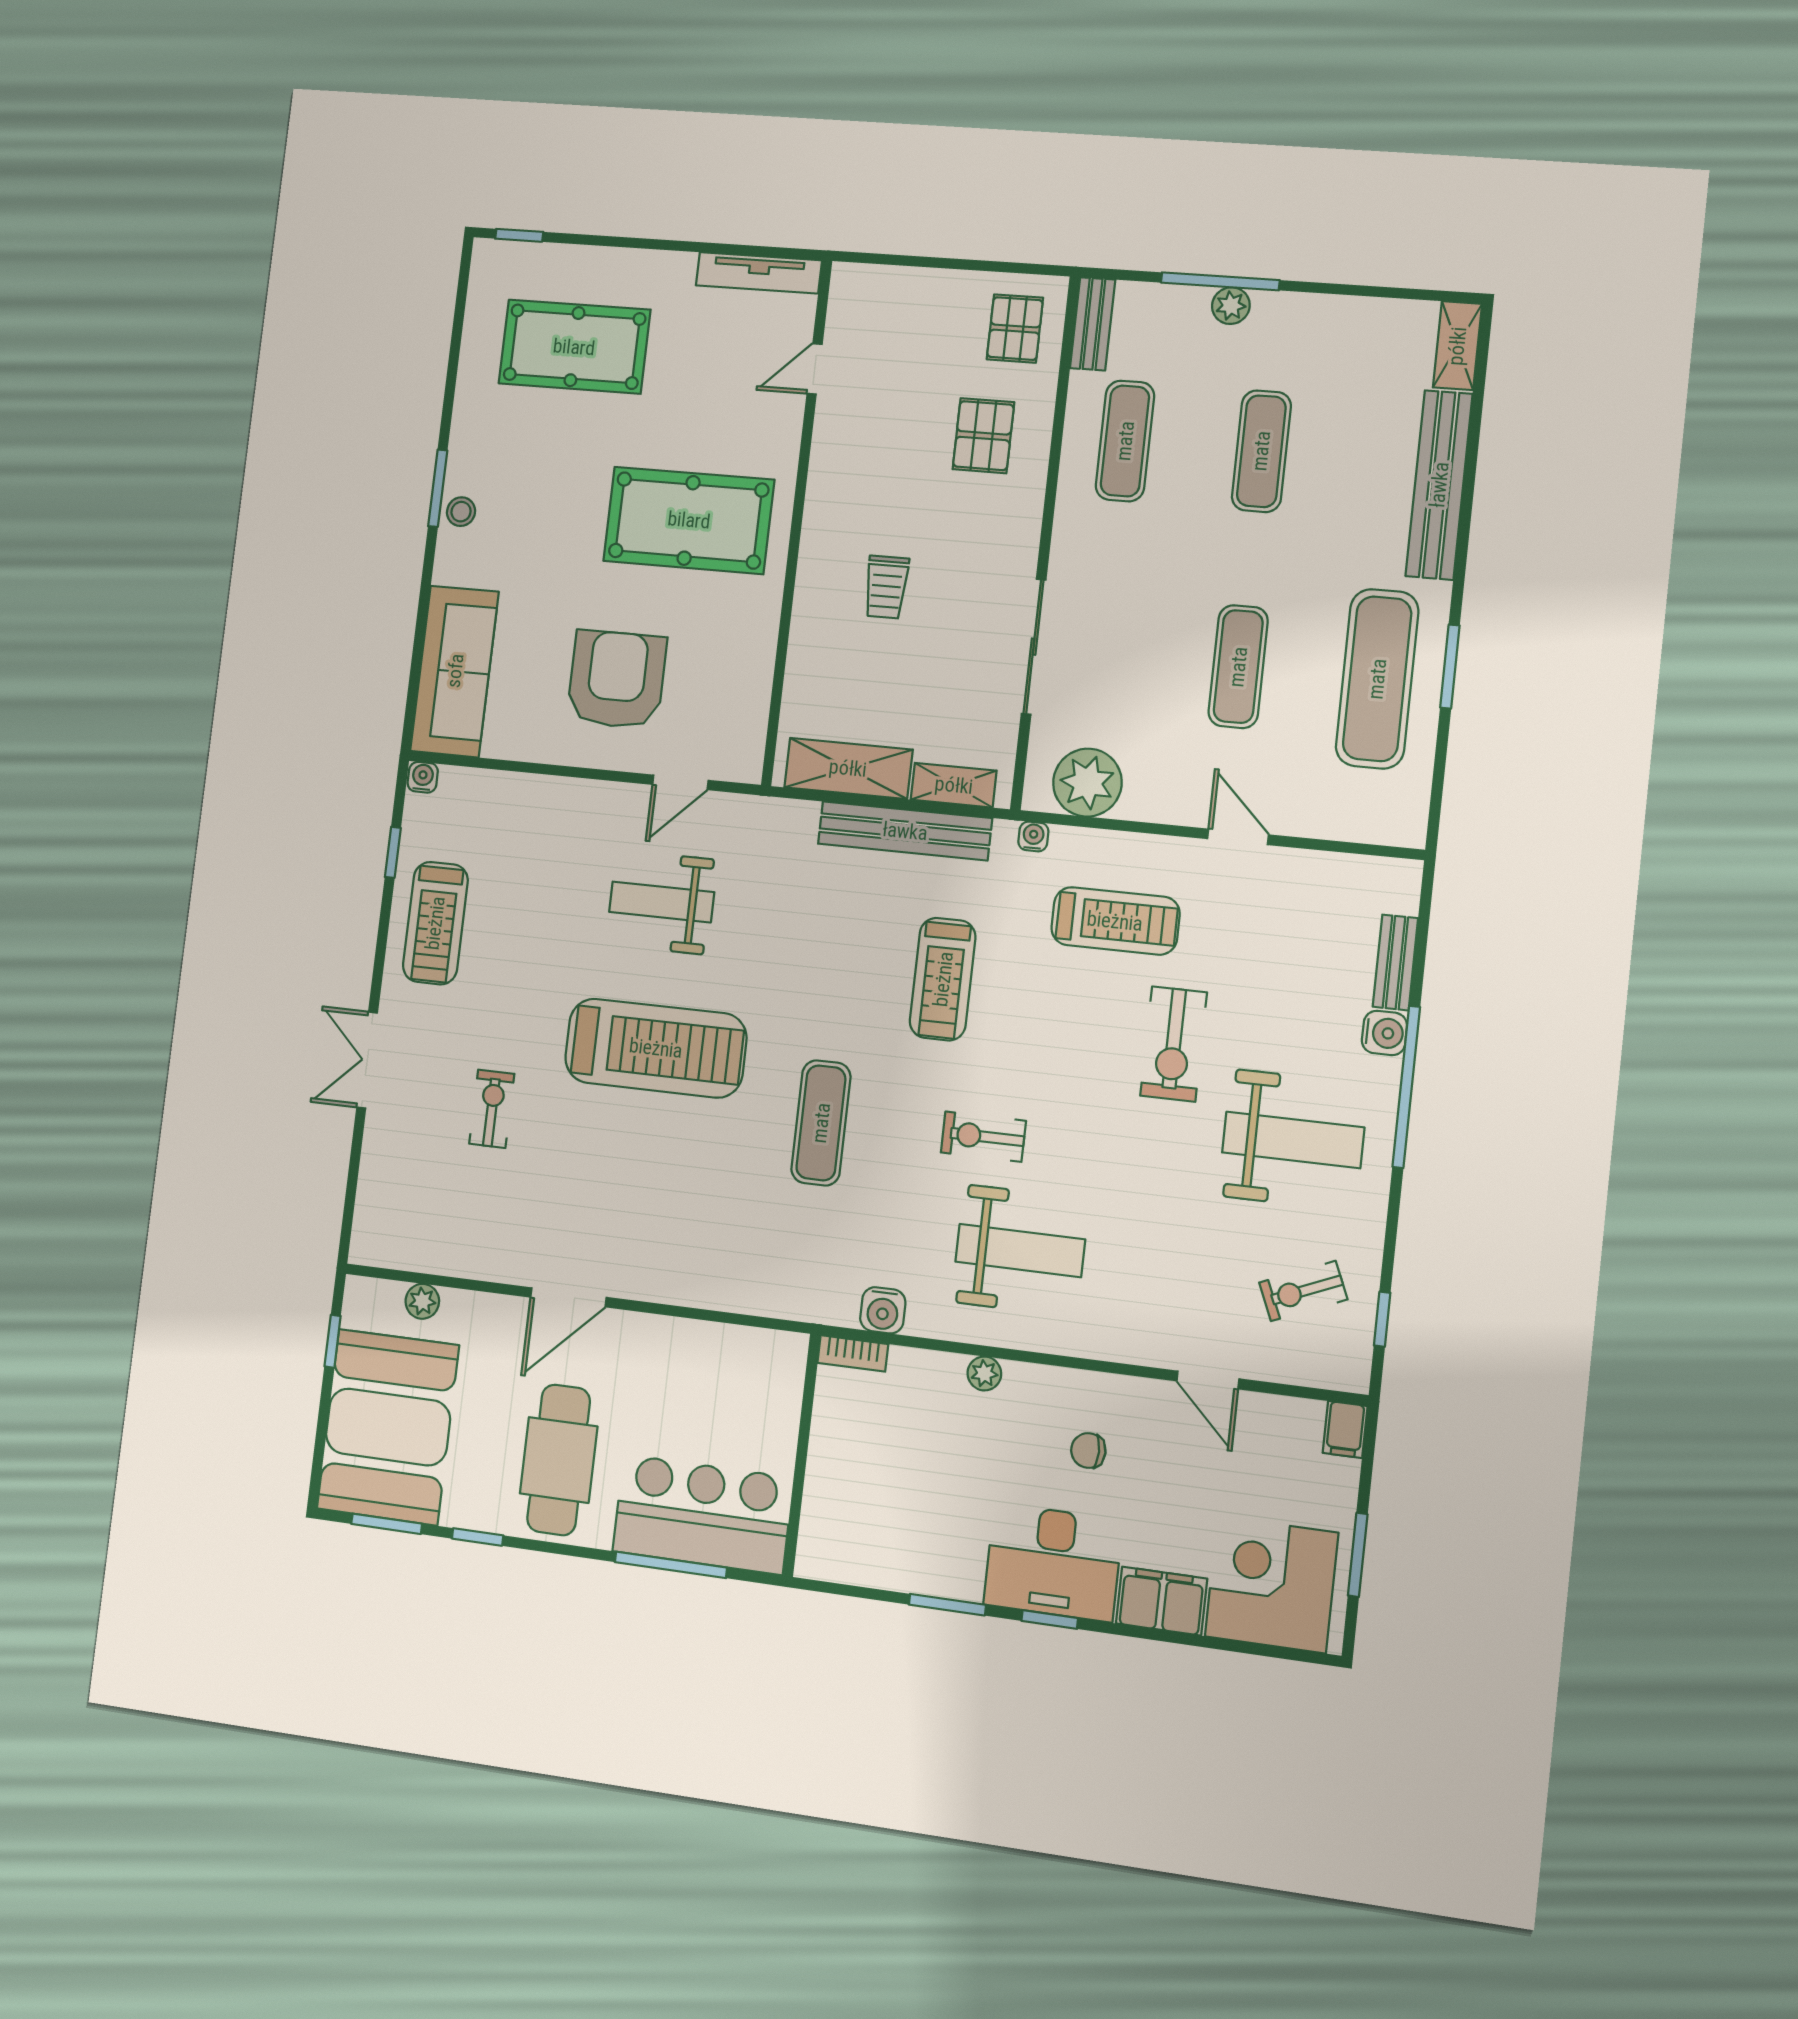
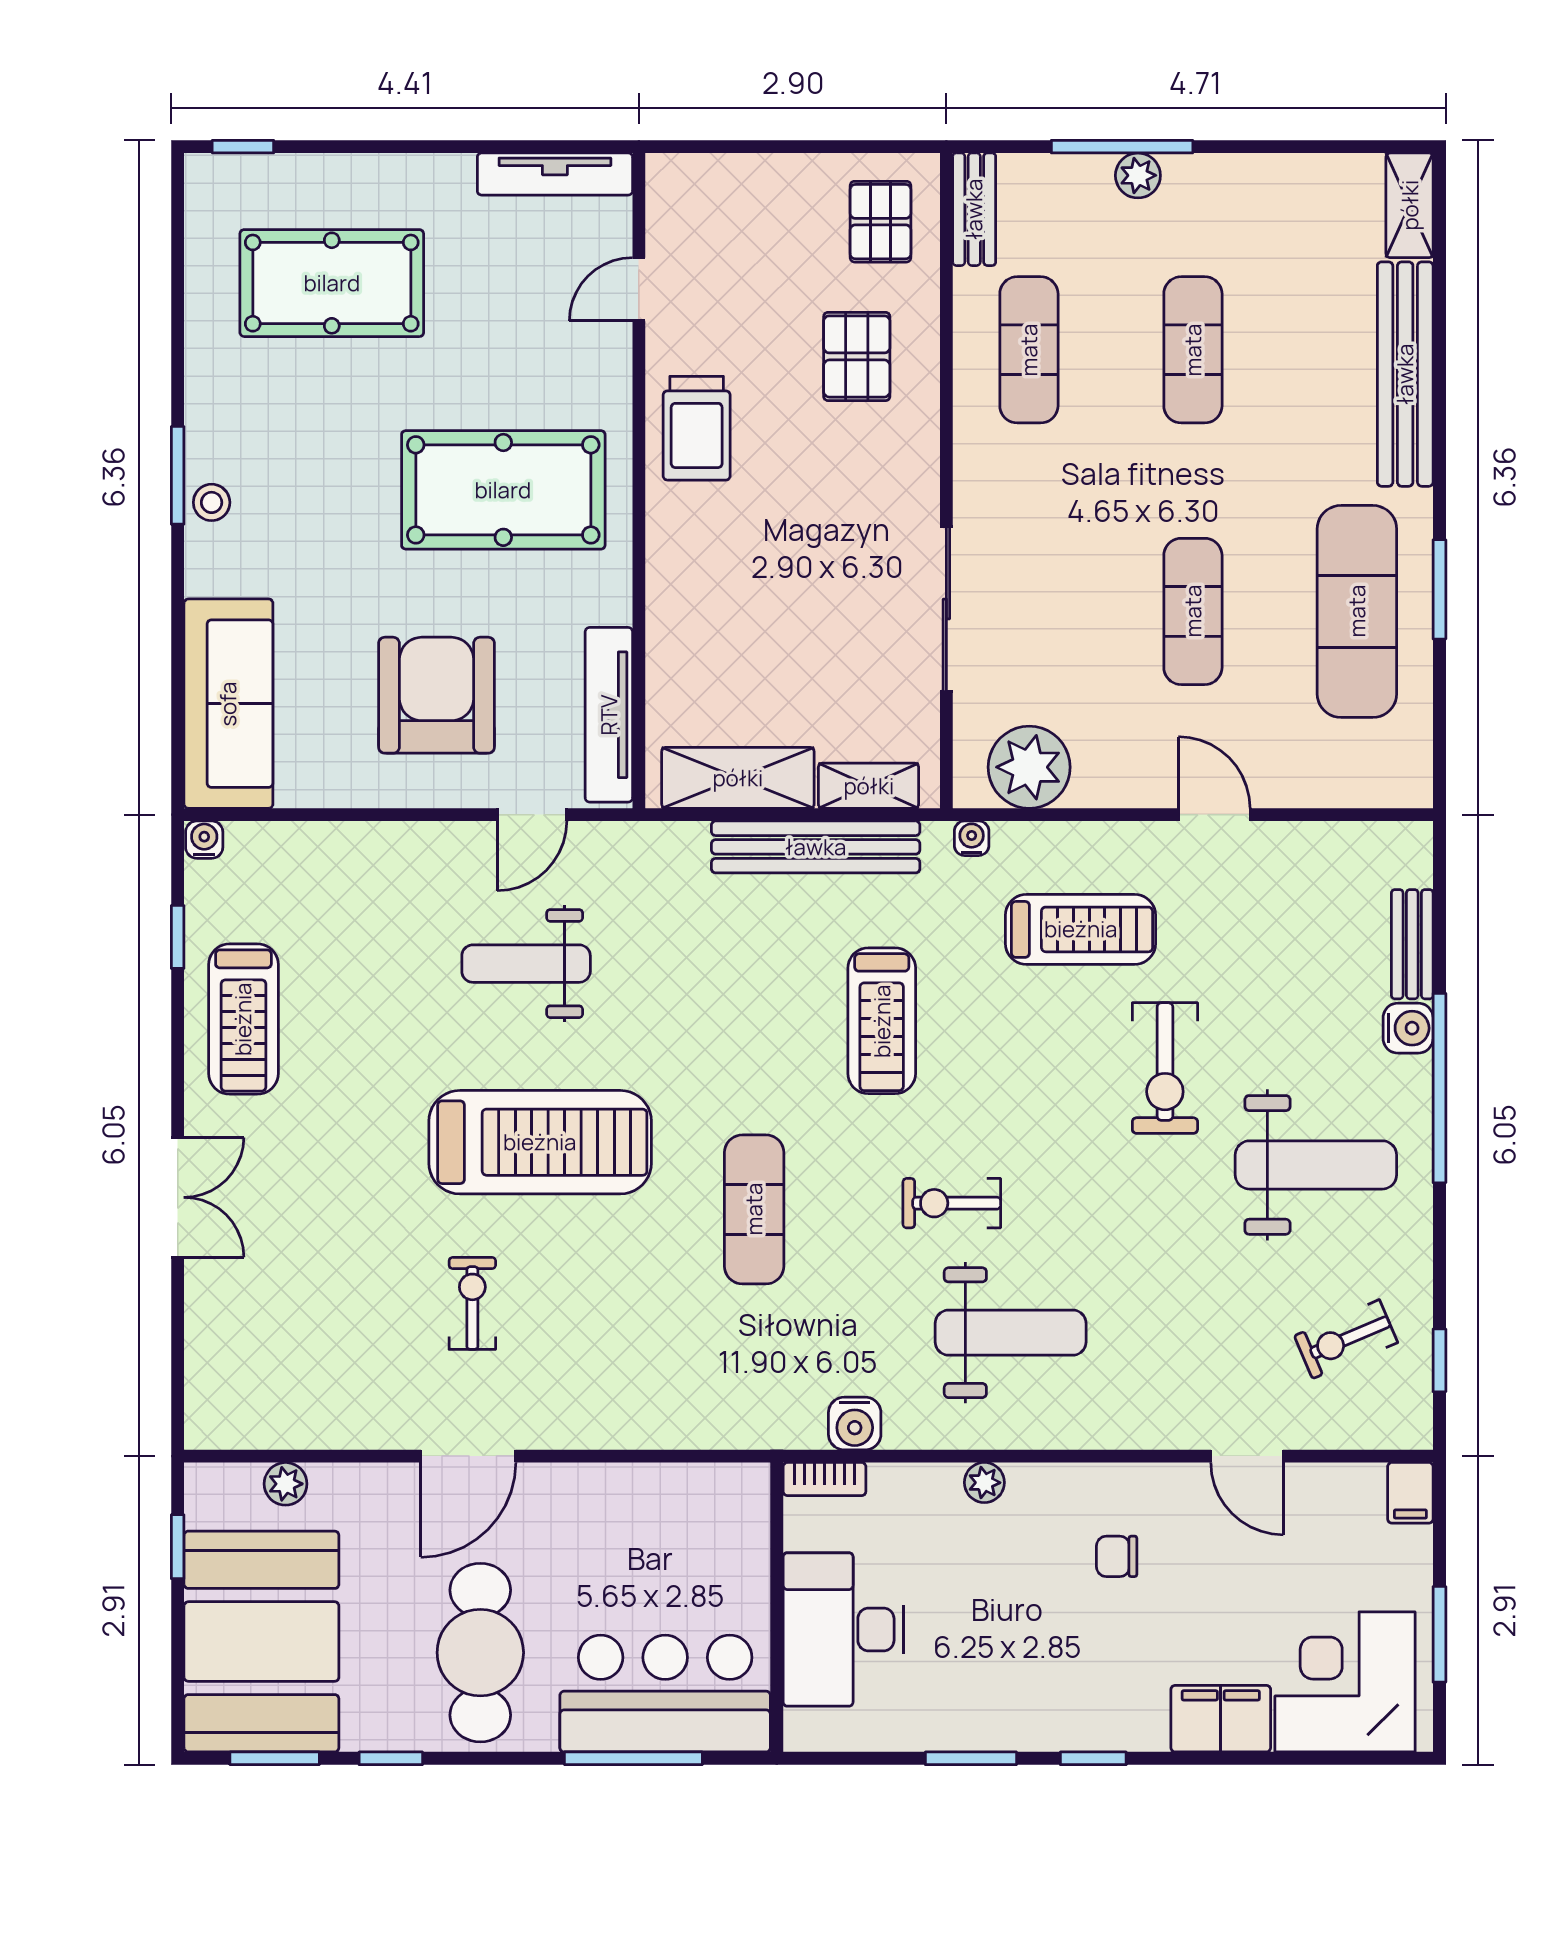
trolley: (886, 587) -> (697, 428), moved, width x1.36, depth x1.39
tv unit: (751, 708) -> (609, 715), added
double door: (367, 1060) -> (178, 1197), swing flipped
exercise bike: (492, 1109) -> (472, 1303), moved
desk: (1053, 1562) -> (843, 1630), moved, turned 90

